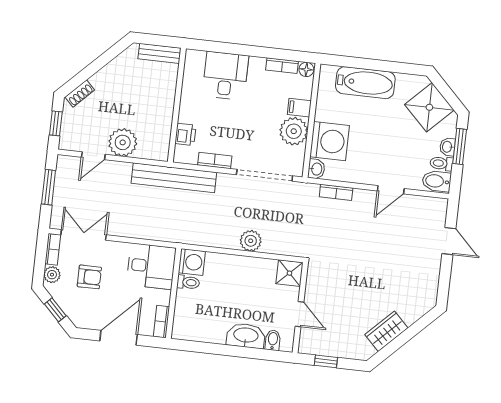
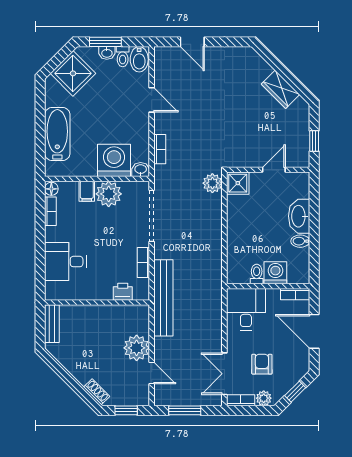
plant: (251, 241) -> (212, 183), moved
door: (449, 241) -> (192, 42), swing flipped
washing machine: (192, 262) -> (275, 273), moved
bidet: (273, 340) -> (300, 241), moved

